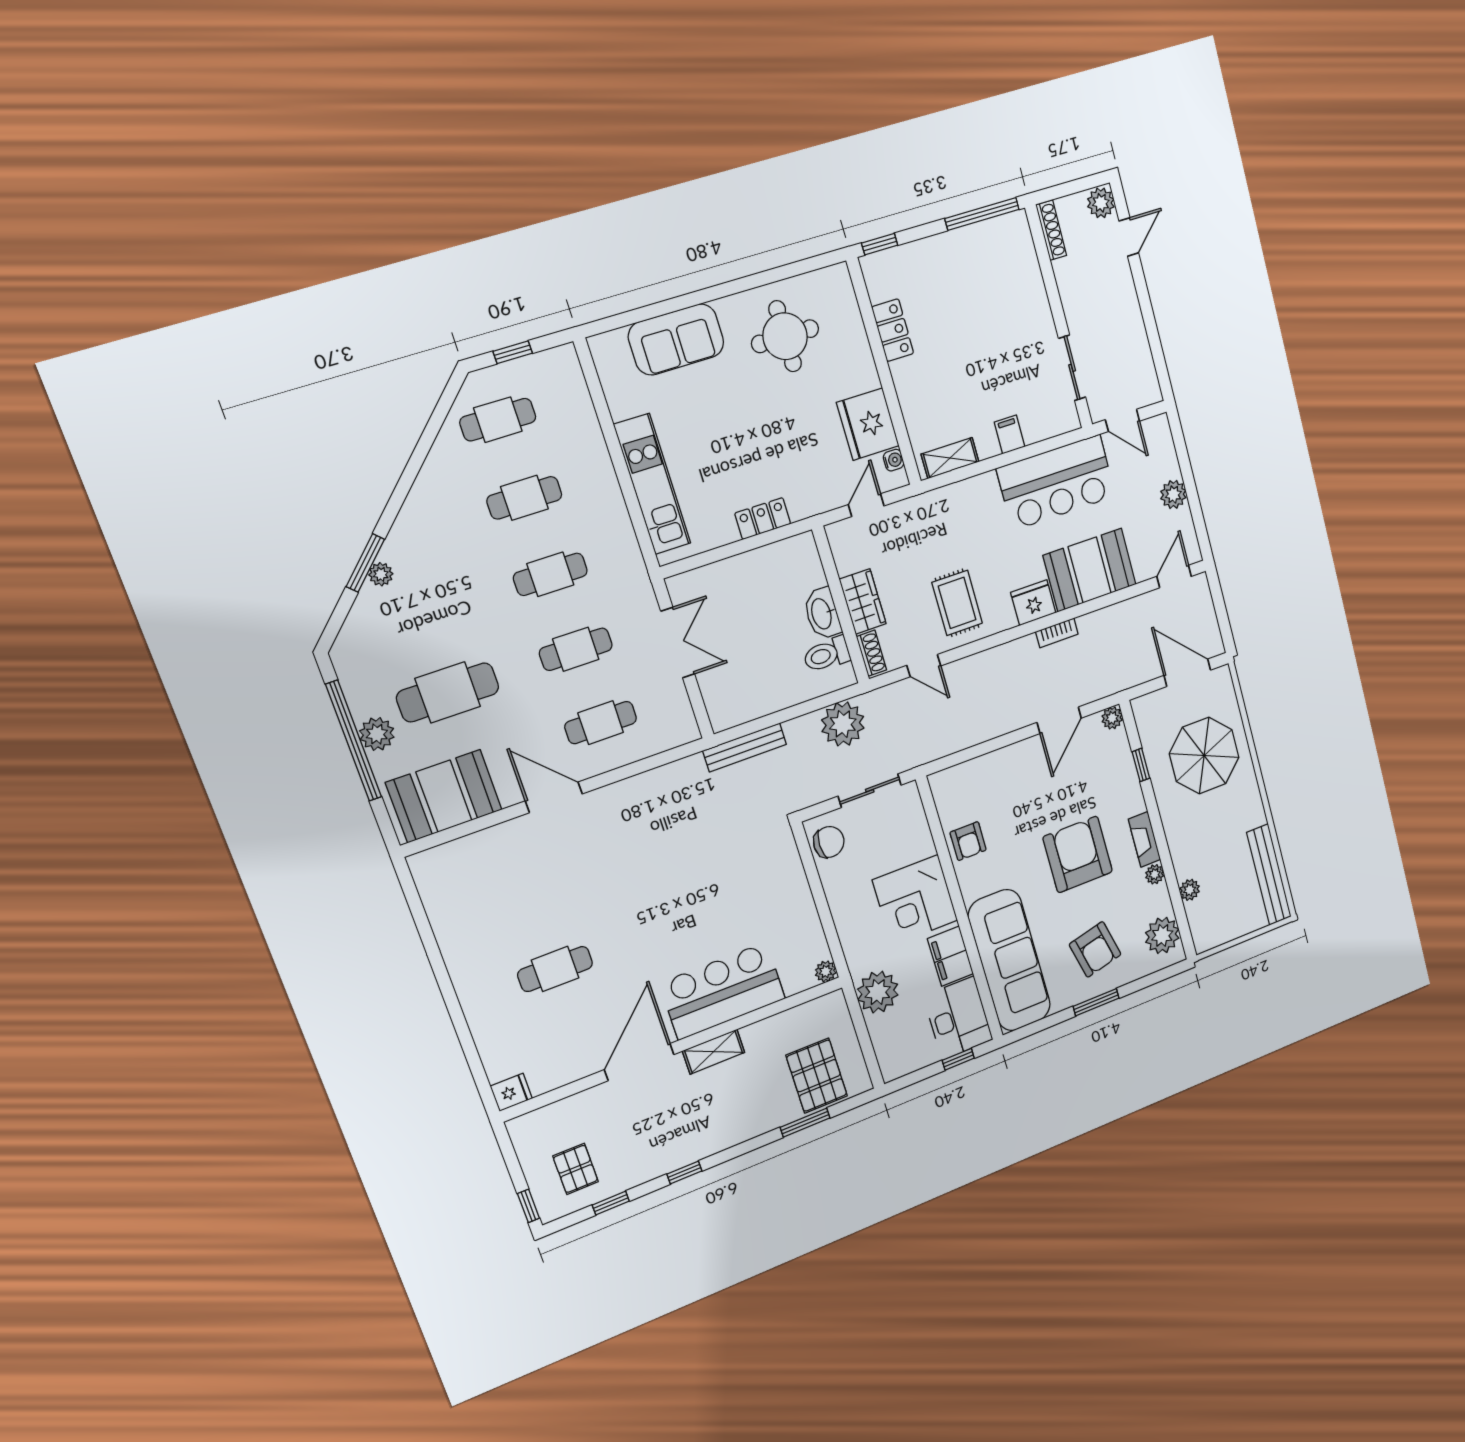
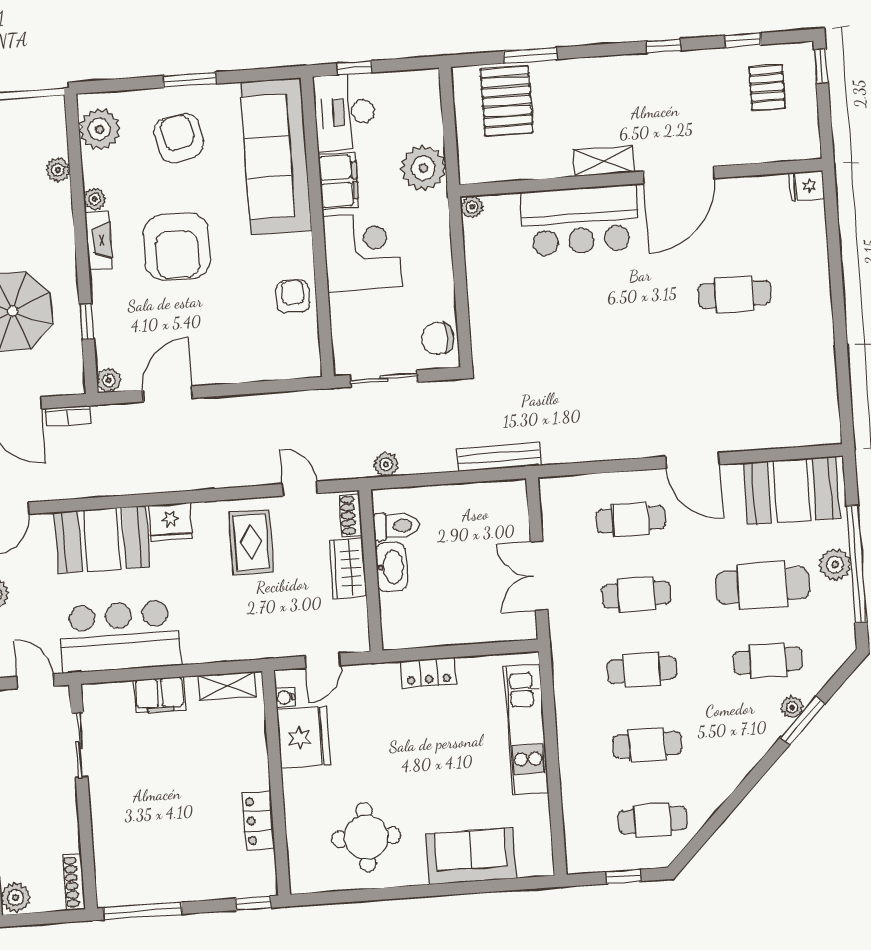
filing cabinet: (1010, 434) -> (160, 695), width x2.00
cafe table: (421, 617) -> (768, 661), added
bookcase: (1057, 633) -> (68, 416), moved, turned 180
plant: (843, 724) -> (386, 464), width x0.53, depth x0.53

